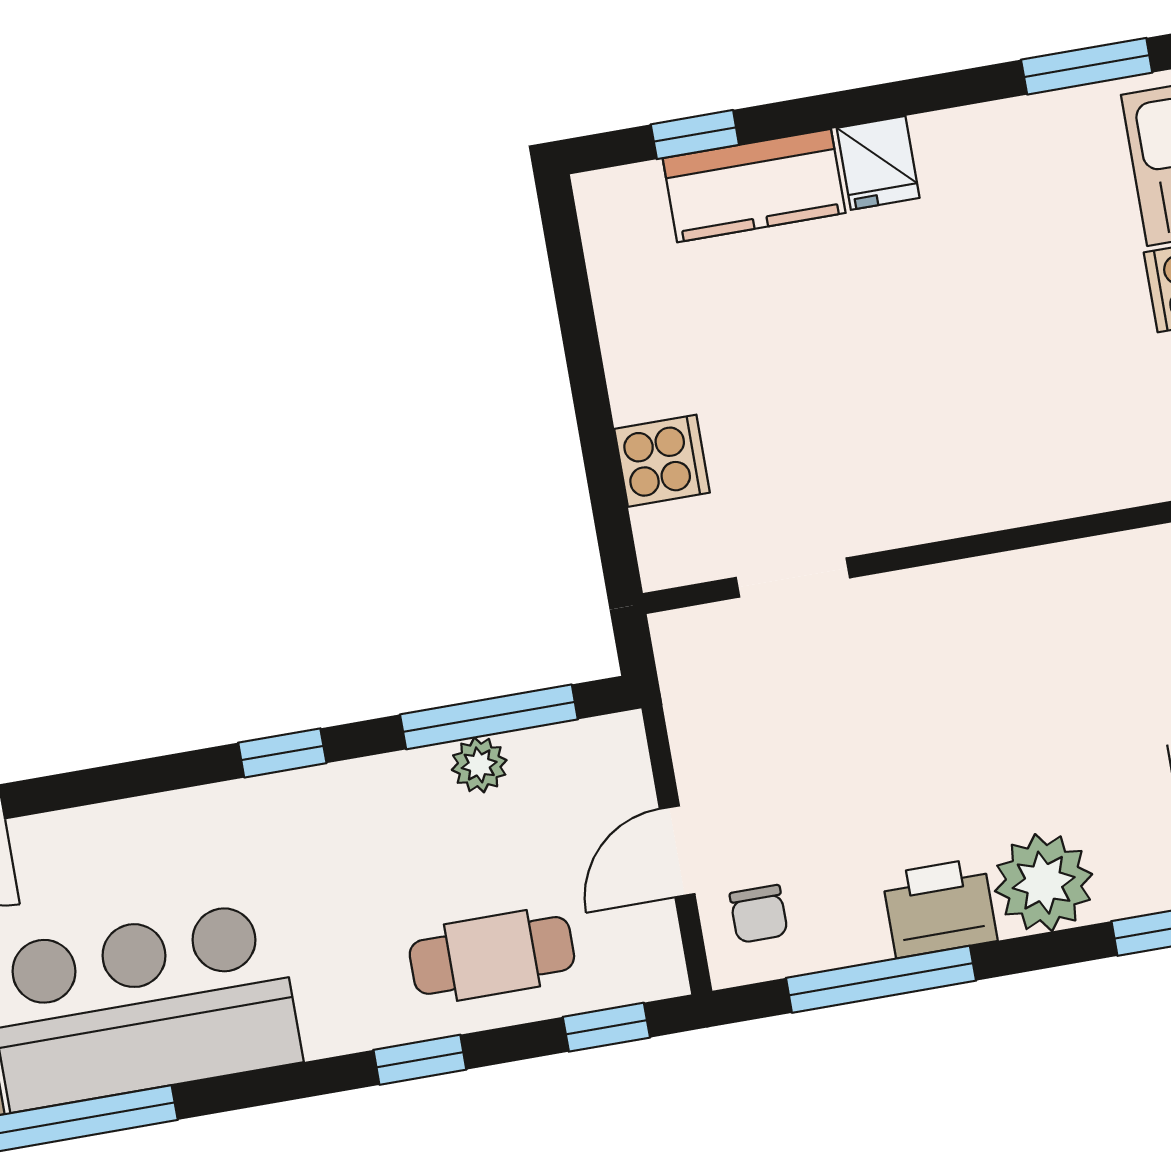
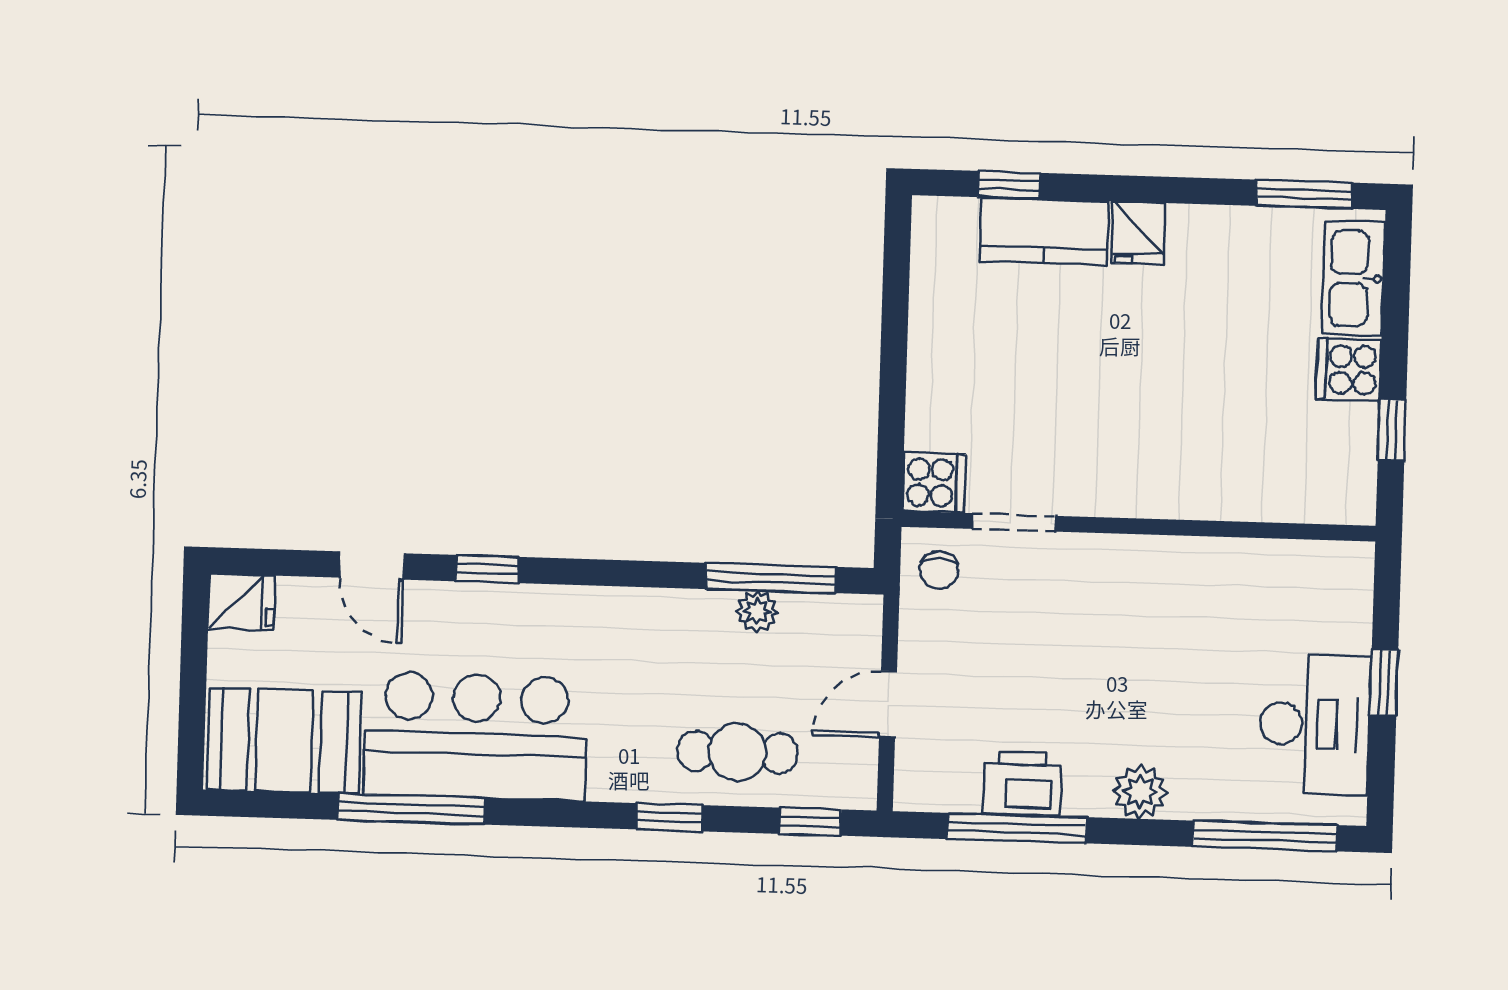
cooker: (662, 461) -> (934, 483), moved
window: (282, 753) -> (487, 569), moved
plant: (1044, 883) -> (1140, 792), width x0.73, depth x0.73
printer: (940, 908) -> (1022, 783), moved
chair: (759, 914) -> (939, 570), moved

